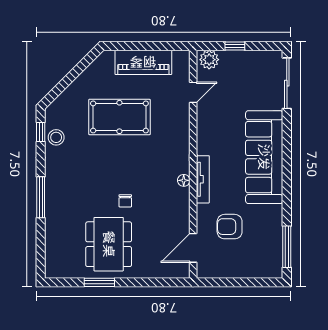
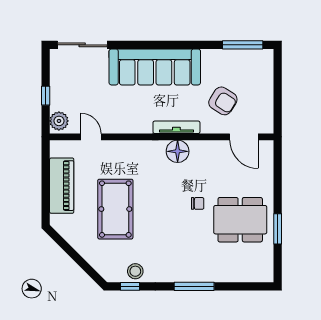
floor lamp: (184, 180) -> (178, 151), width x1.89, depth x1.89
armchair: (230, 227) -> (223, 101), turned -58

